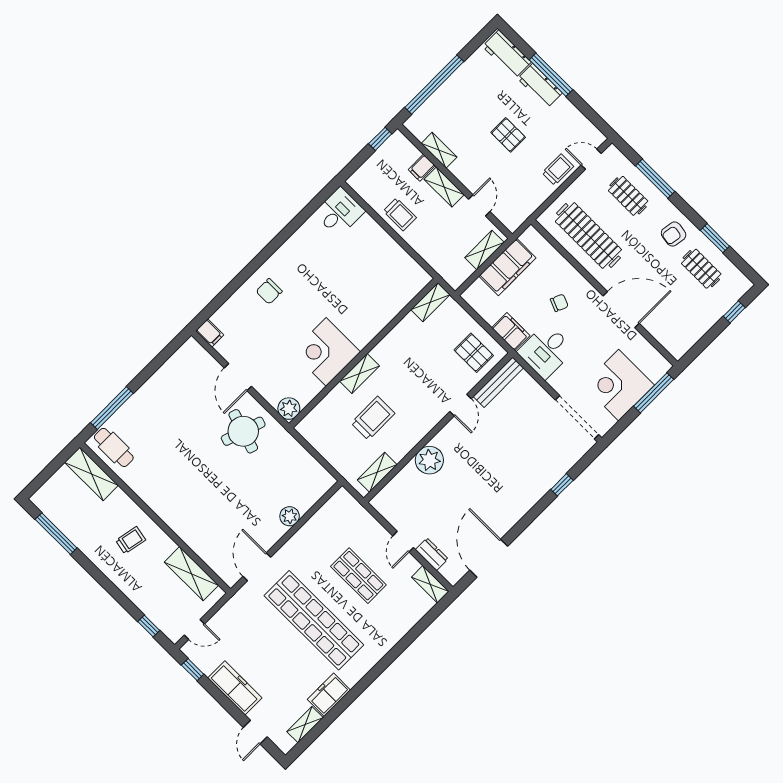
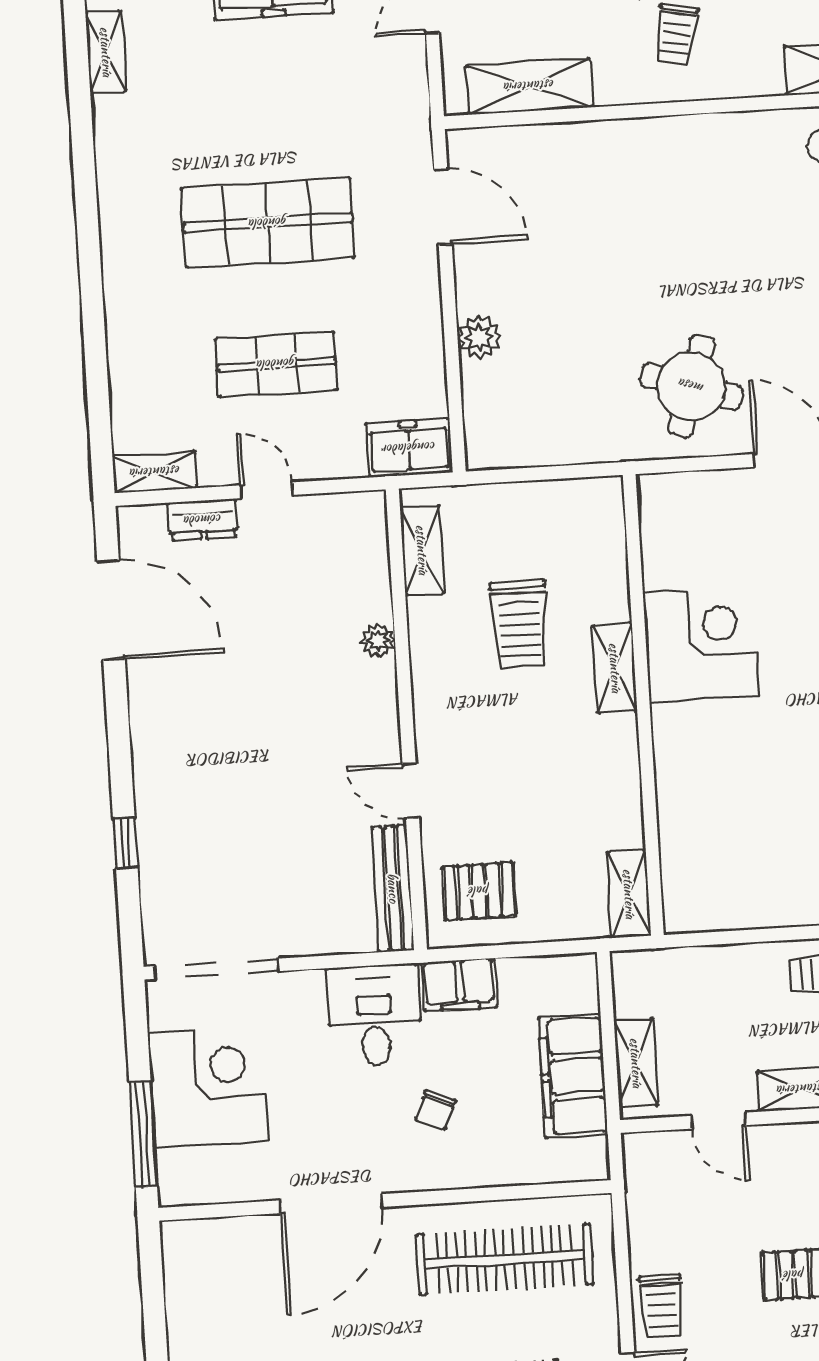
plant: (289, 409) -> (661, 497), removed
plant: (429, 460) -> (378, 641), width x0.53, depth x0.53
shop shelf: (314, 620) -> (268, 223), width x0.71
freezer: (329, 695) -> (409, 448), moved, turned -90

